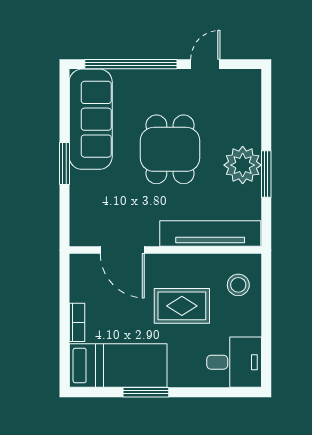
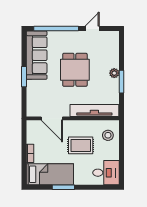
plant: (243, 165) -> (114, 73), width x0.53, depth x0.53

